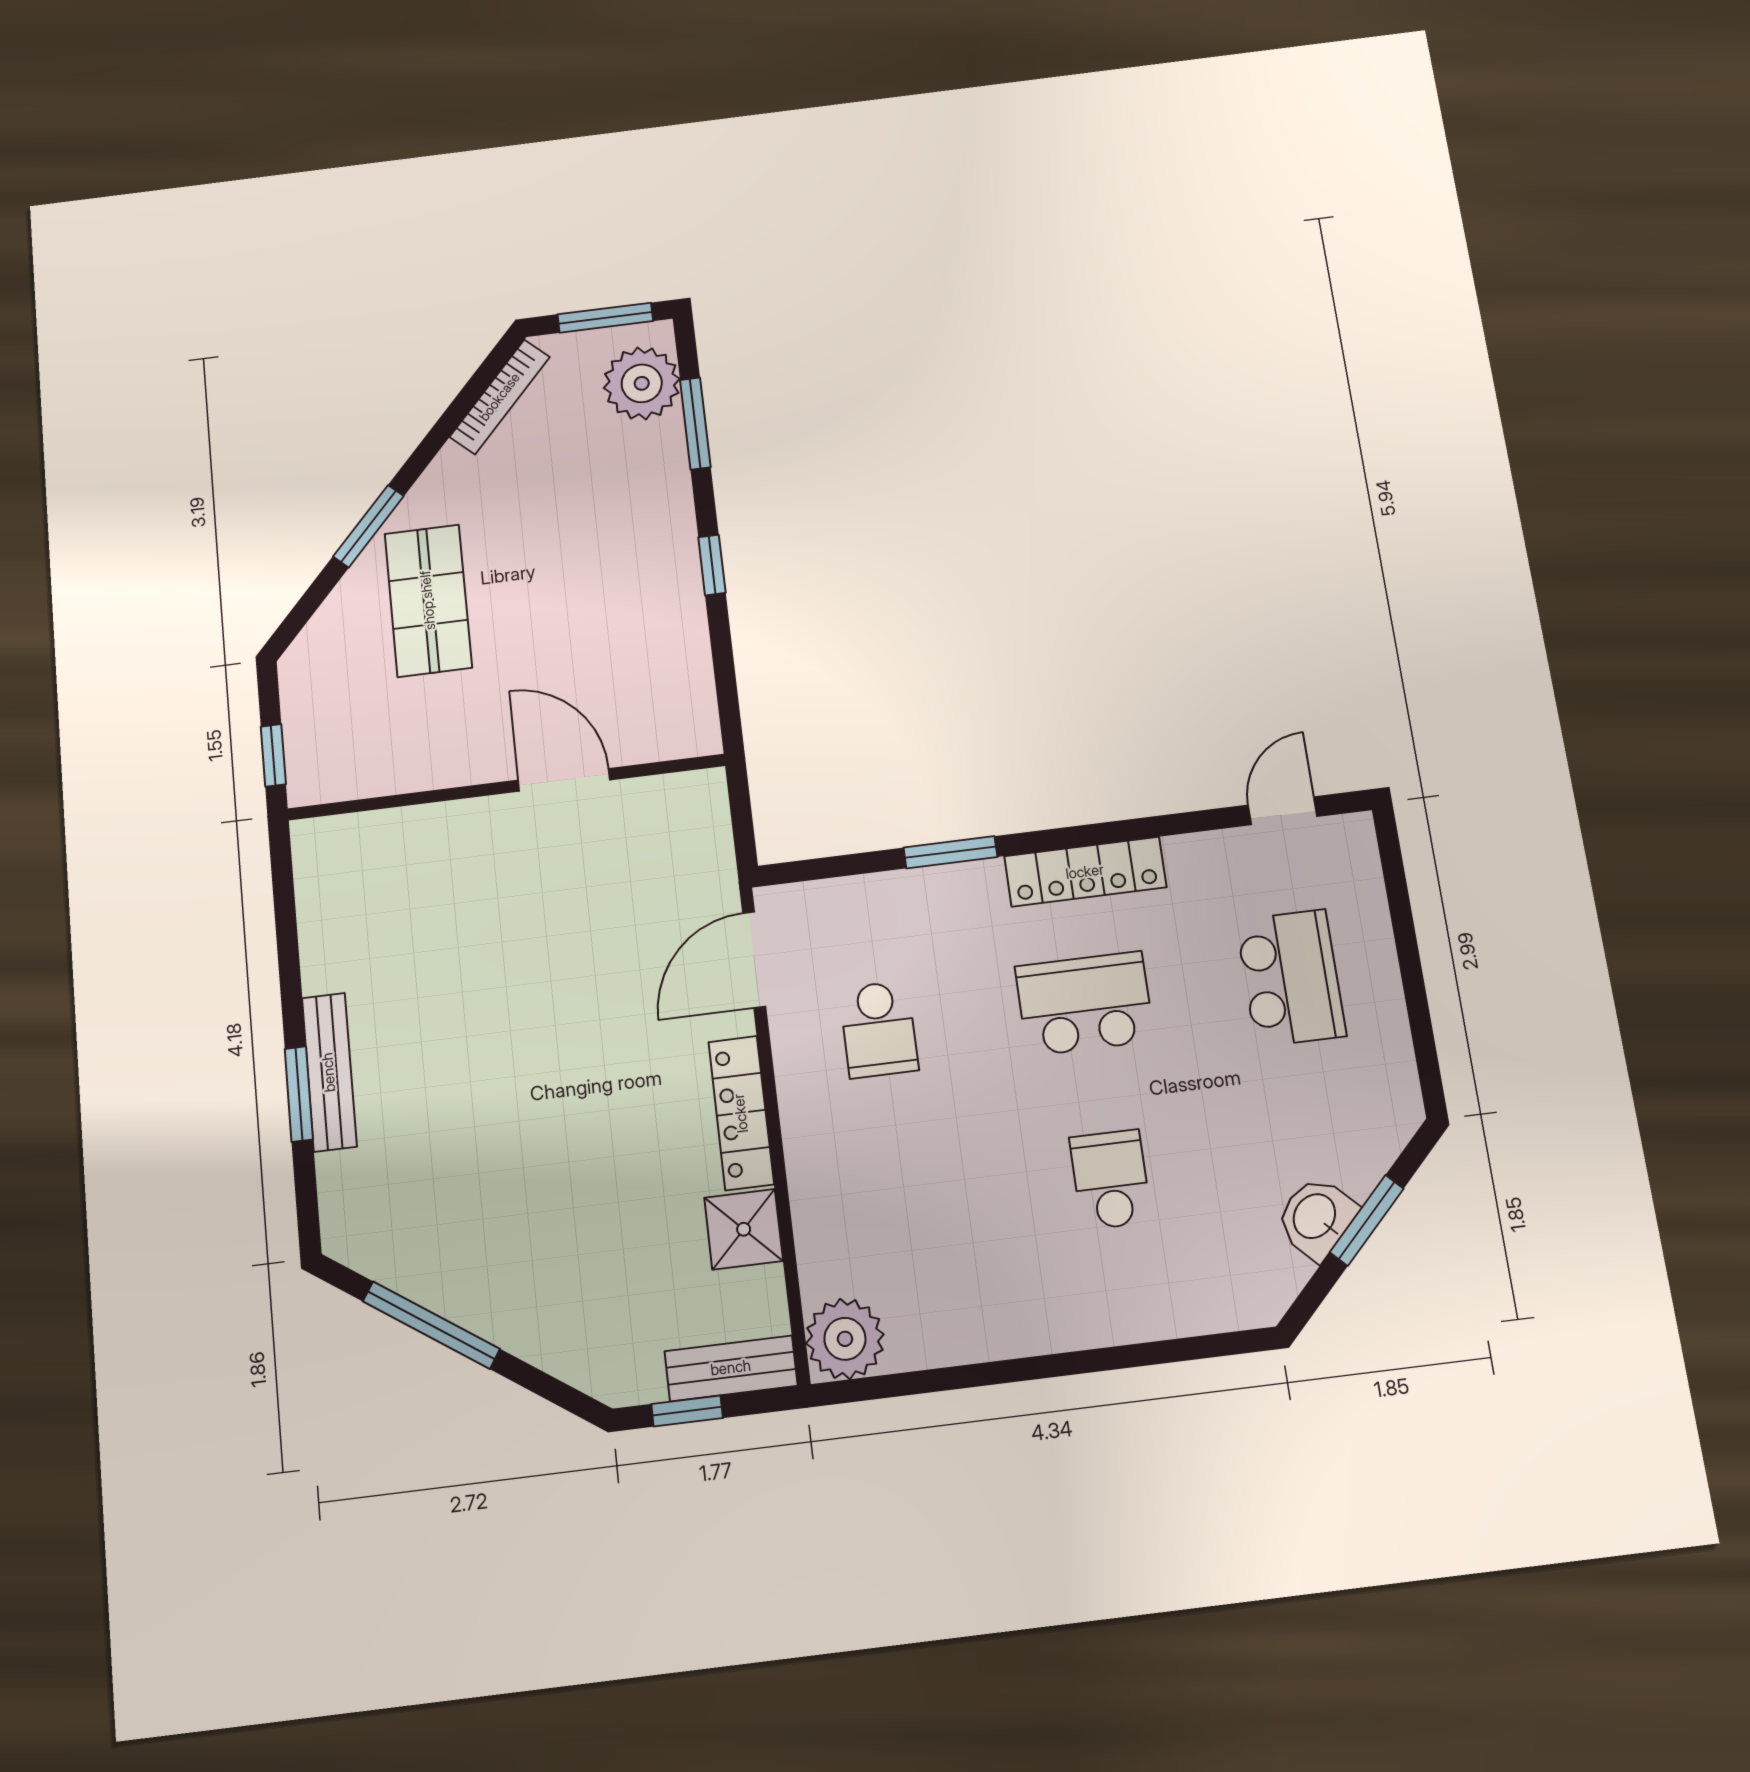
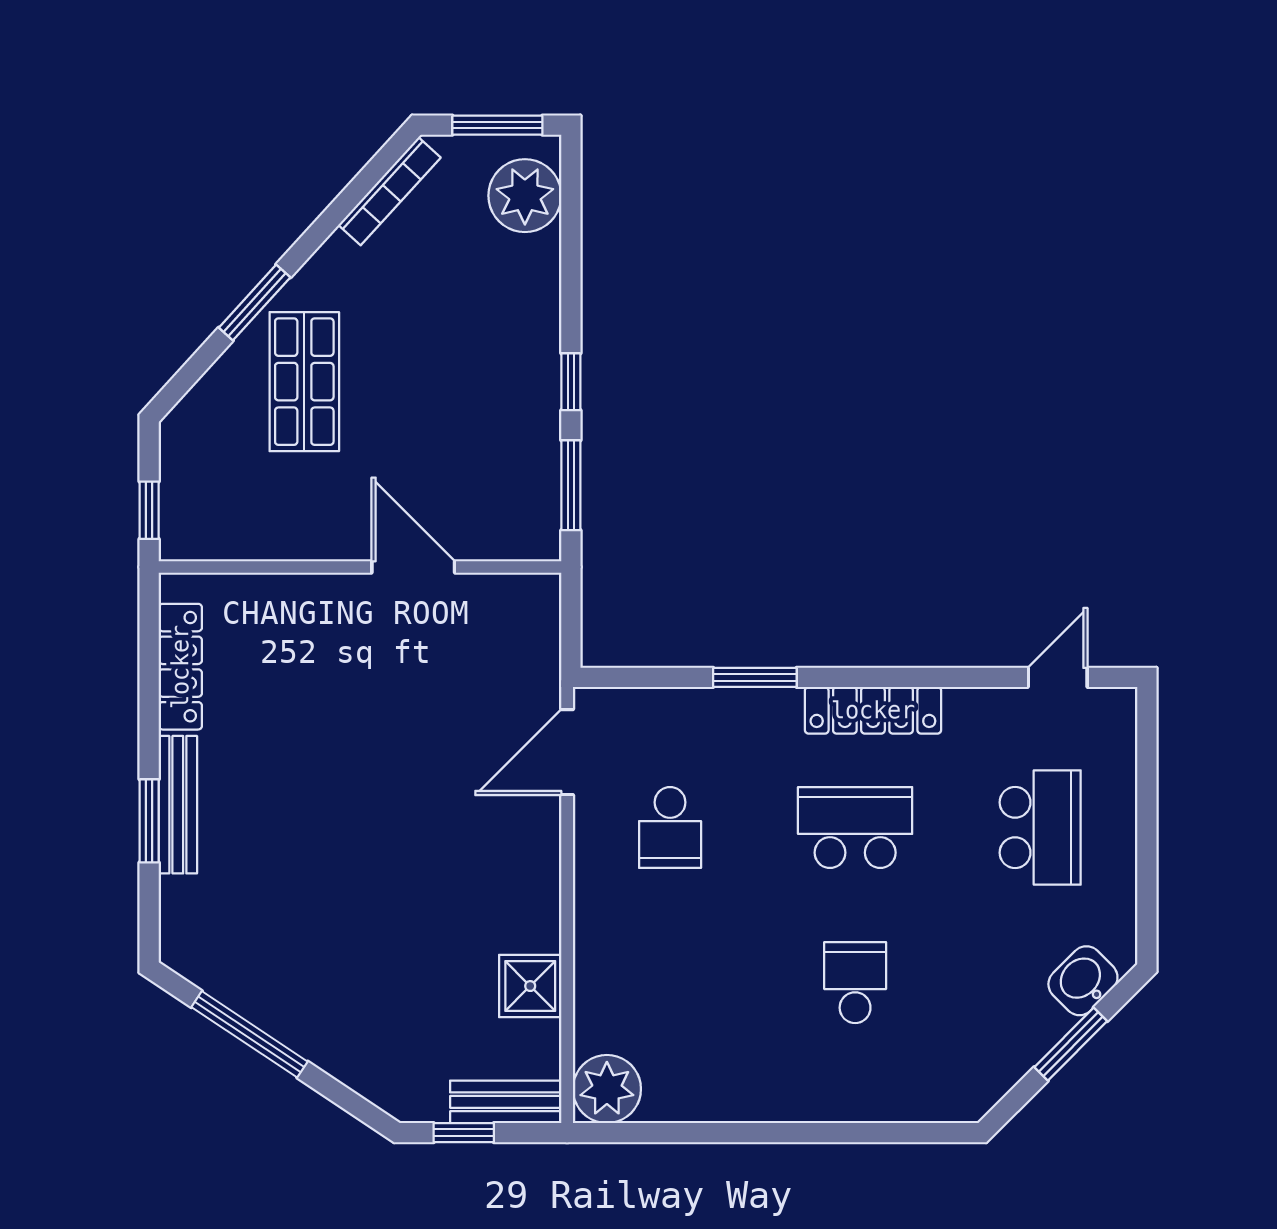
window: (695, 423) -> (571, 485), moved
locker: (741, 1113) -> (180, 667), moved, turned 180
washbasin: (1316, 1217) -> (1083, 981), moved

